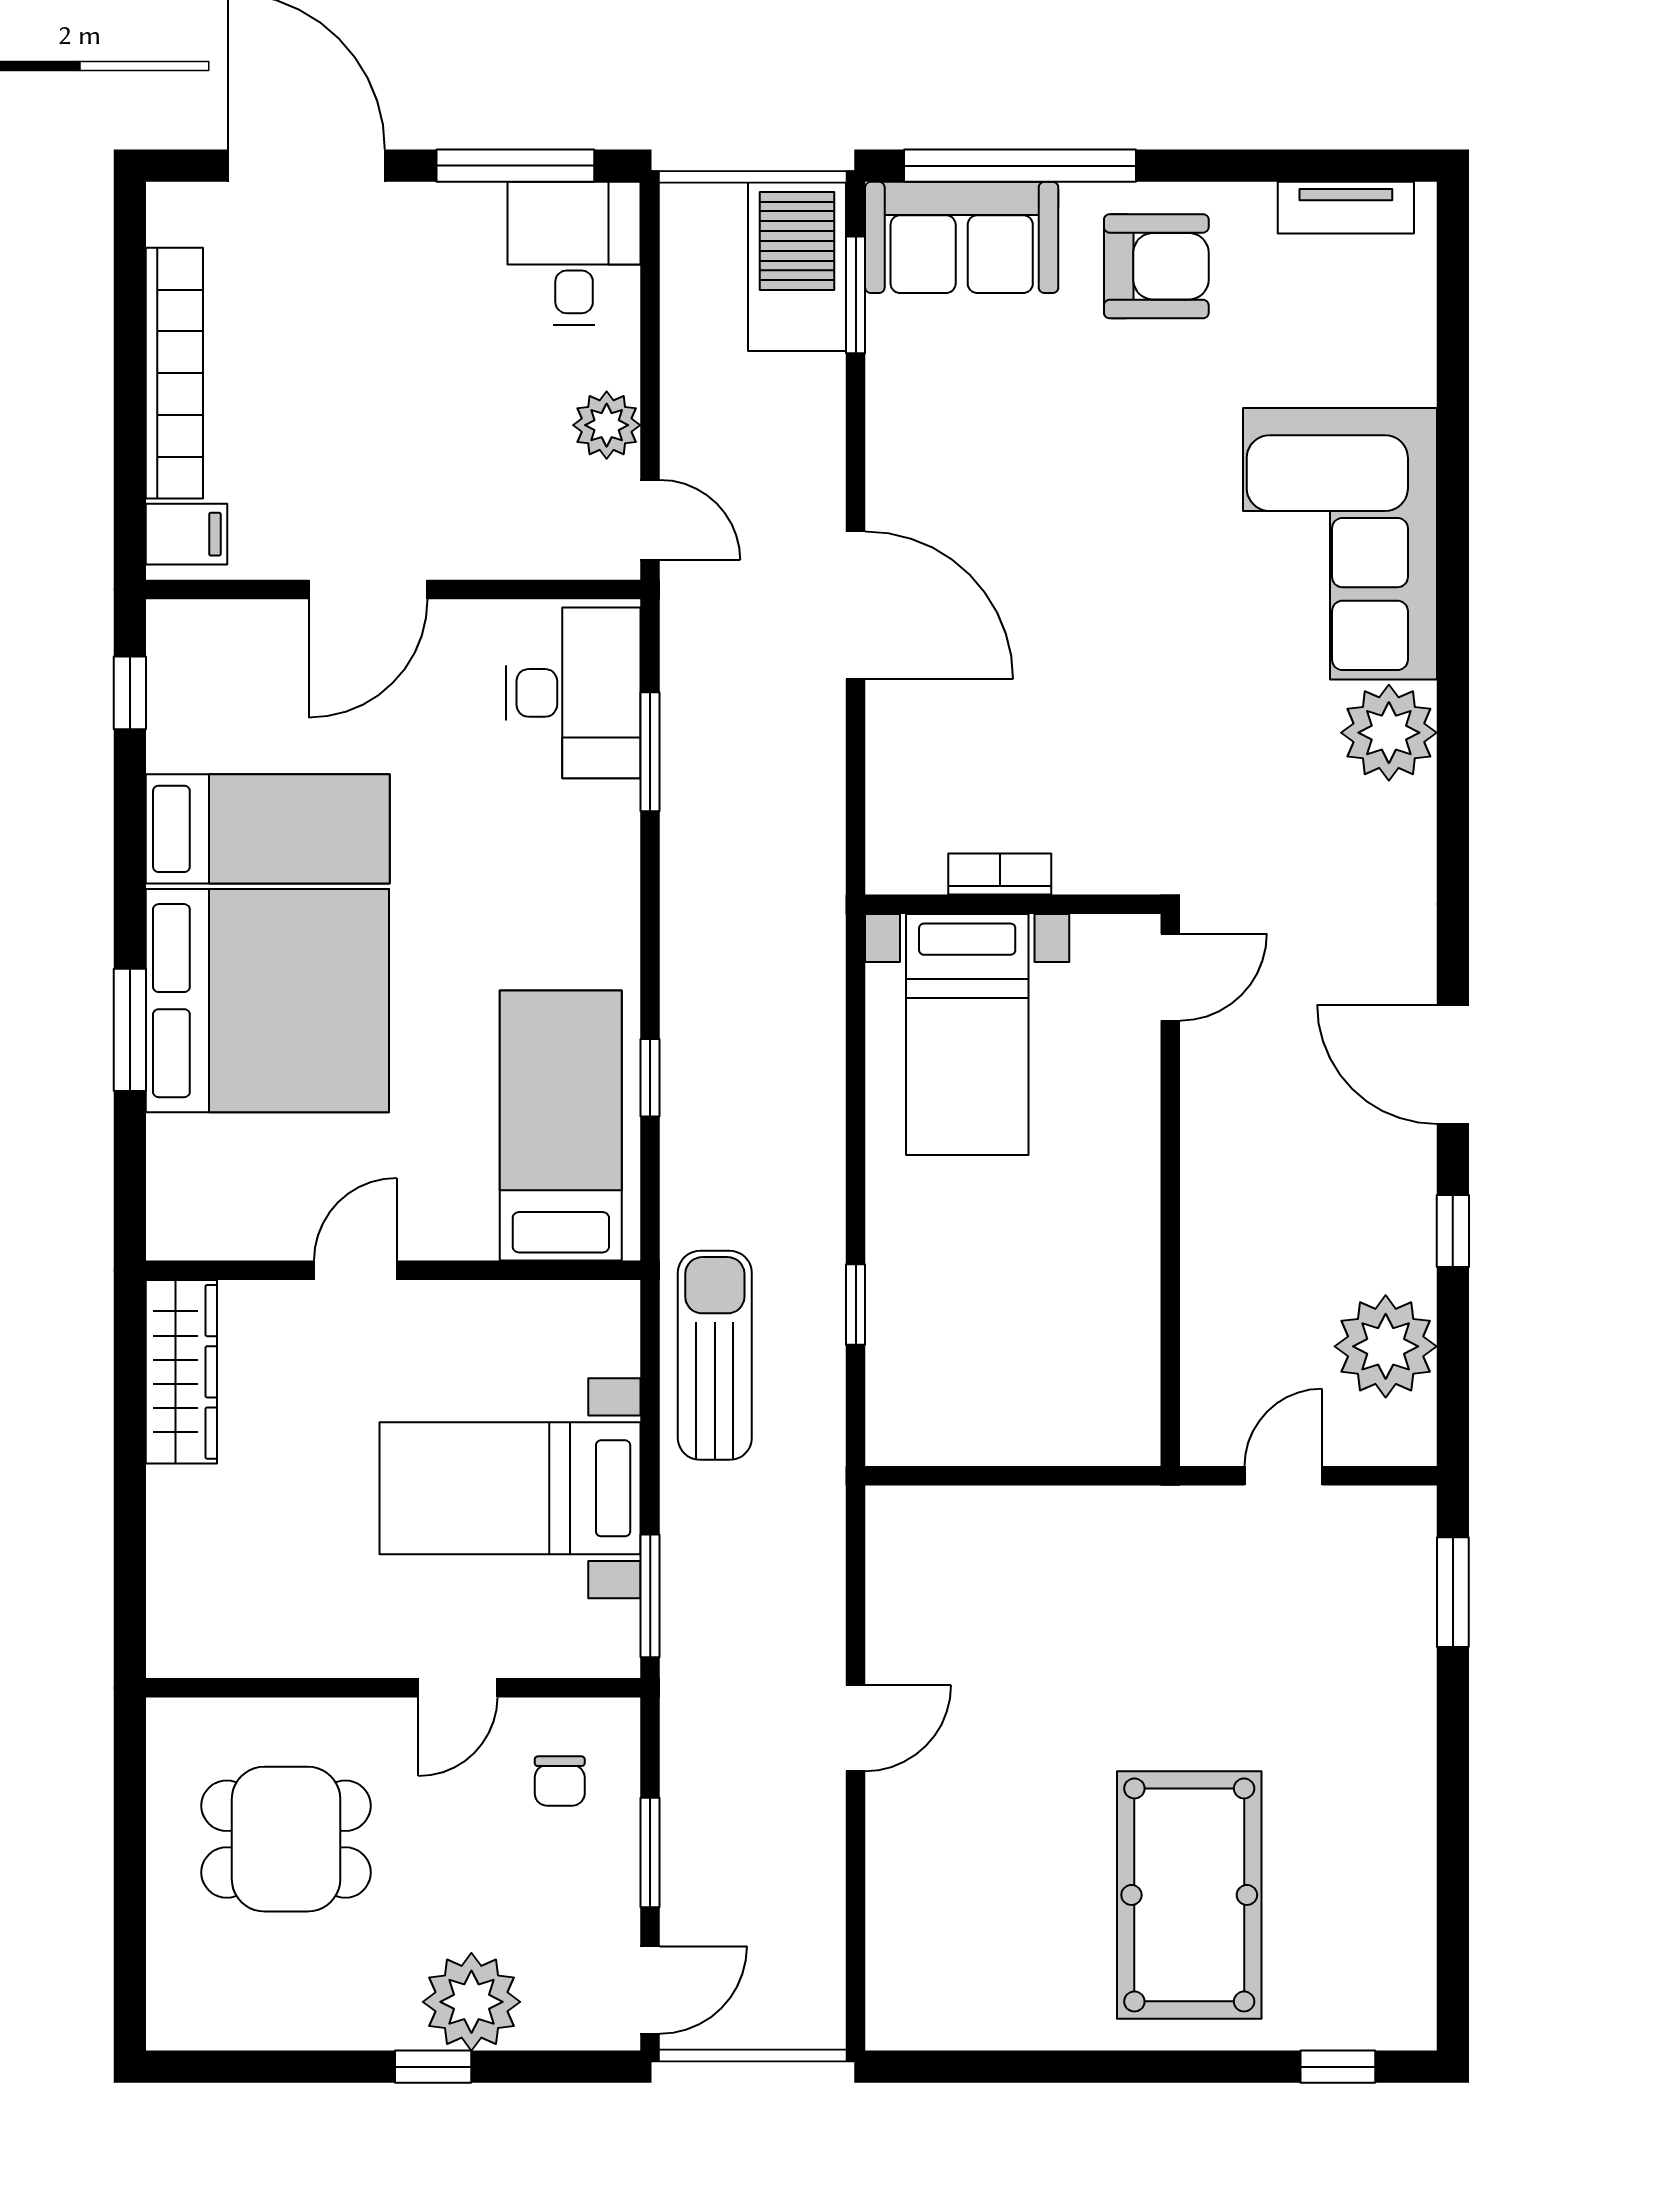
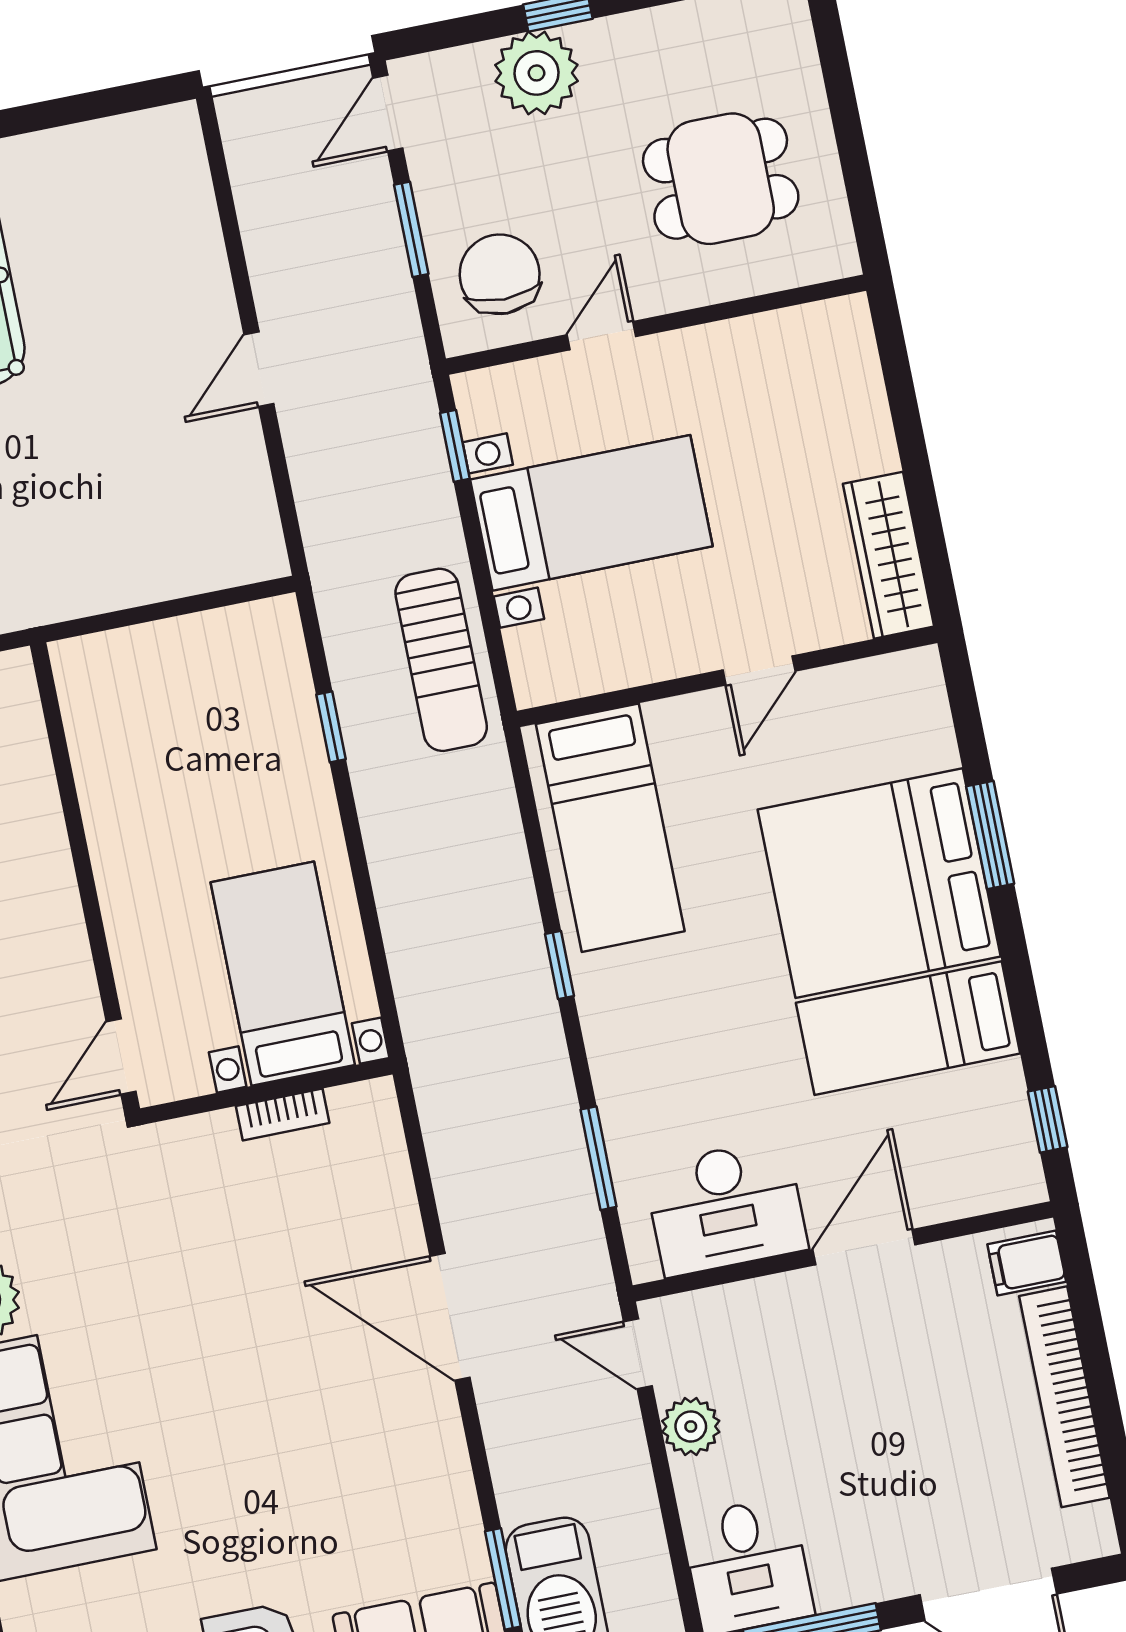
desk: (573, 693) -> (726, 1208), moved, turned -90
window: (650, 1078) -> (560, 965), moved
window: (650, 1596) -> (455, 446), width x0.67
chair: (560, 1781) -> (500, 274), width x1.87, depth x1.87

